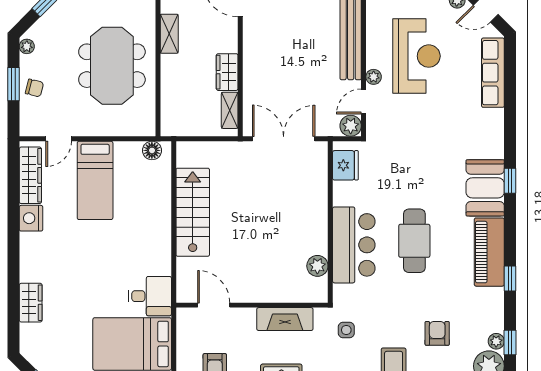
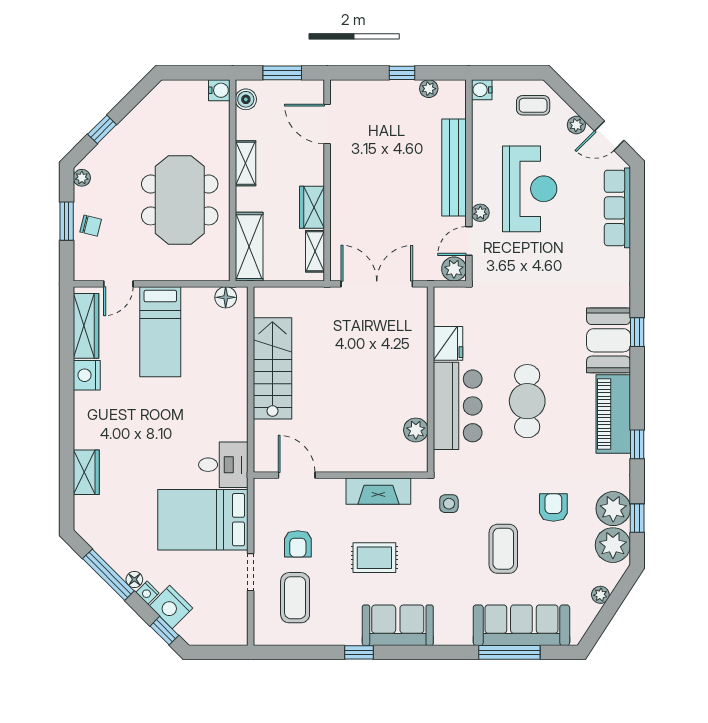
shelving: (172, 106) -> (249, 247), added
fridge: (345, 165) -> (448, 343), moved
plant: (496, 341) -> (613, 509), width x1.88, depth x1.88

